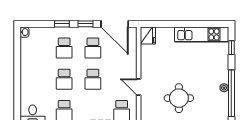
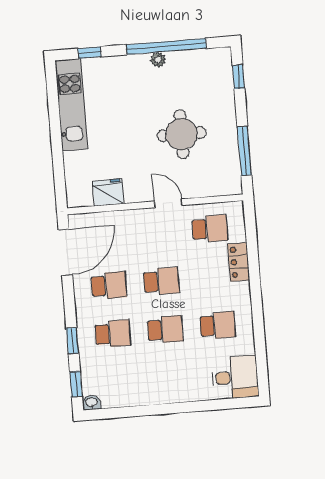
window: (85, 24) -> (76, 384), moved
fridge: (148, 36) -> (108, 192), moved
door: (139, 87) -> (168, 203), swing flipped

